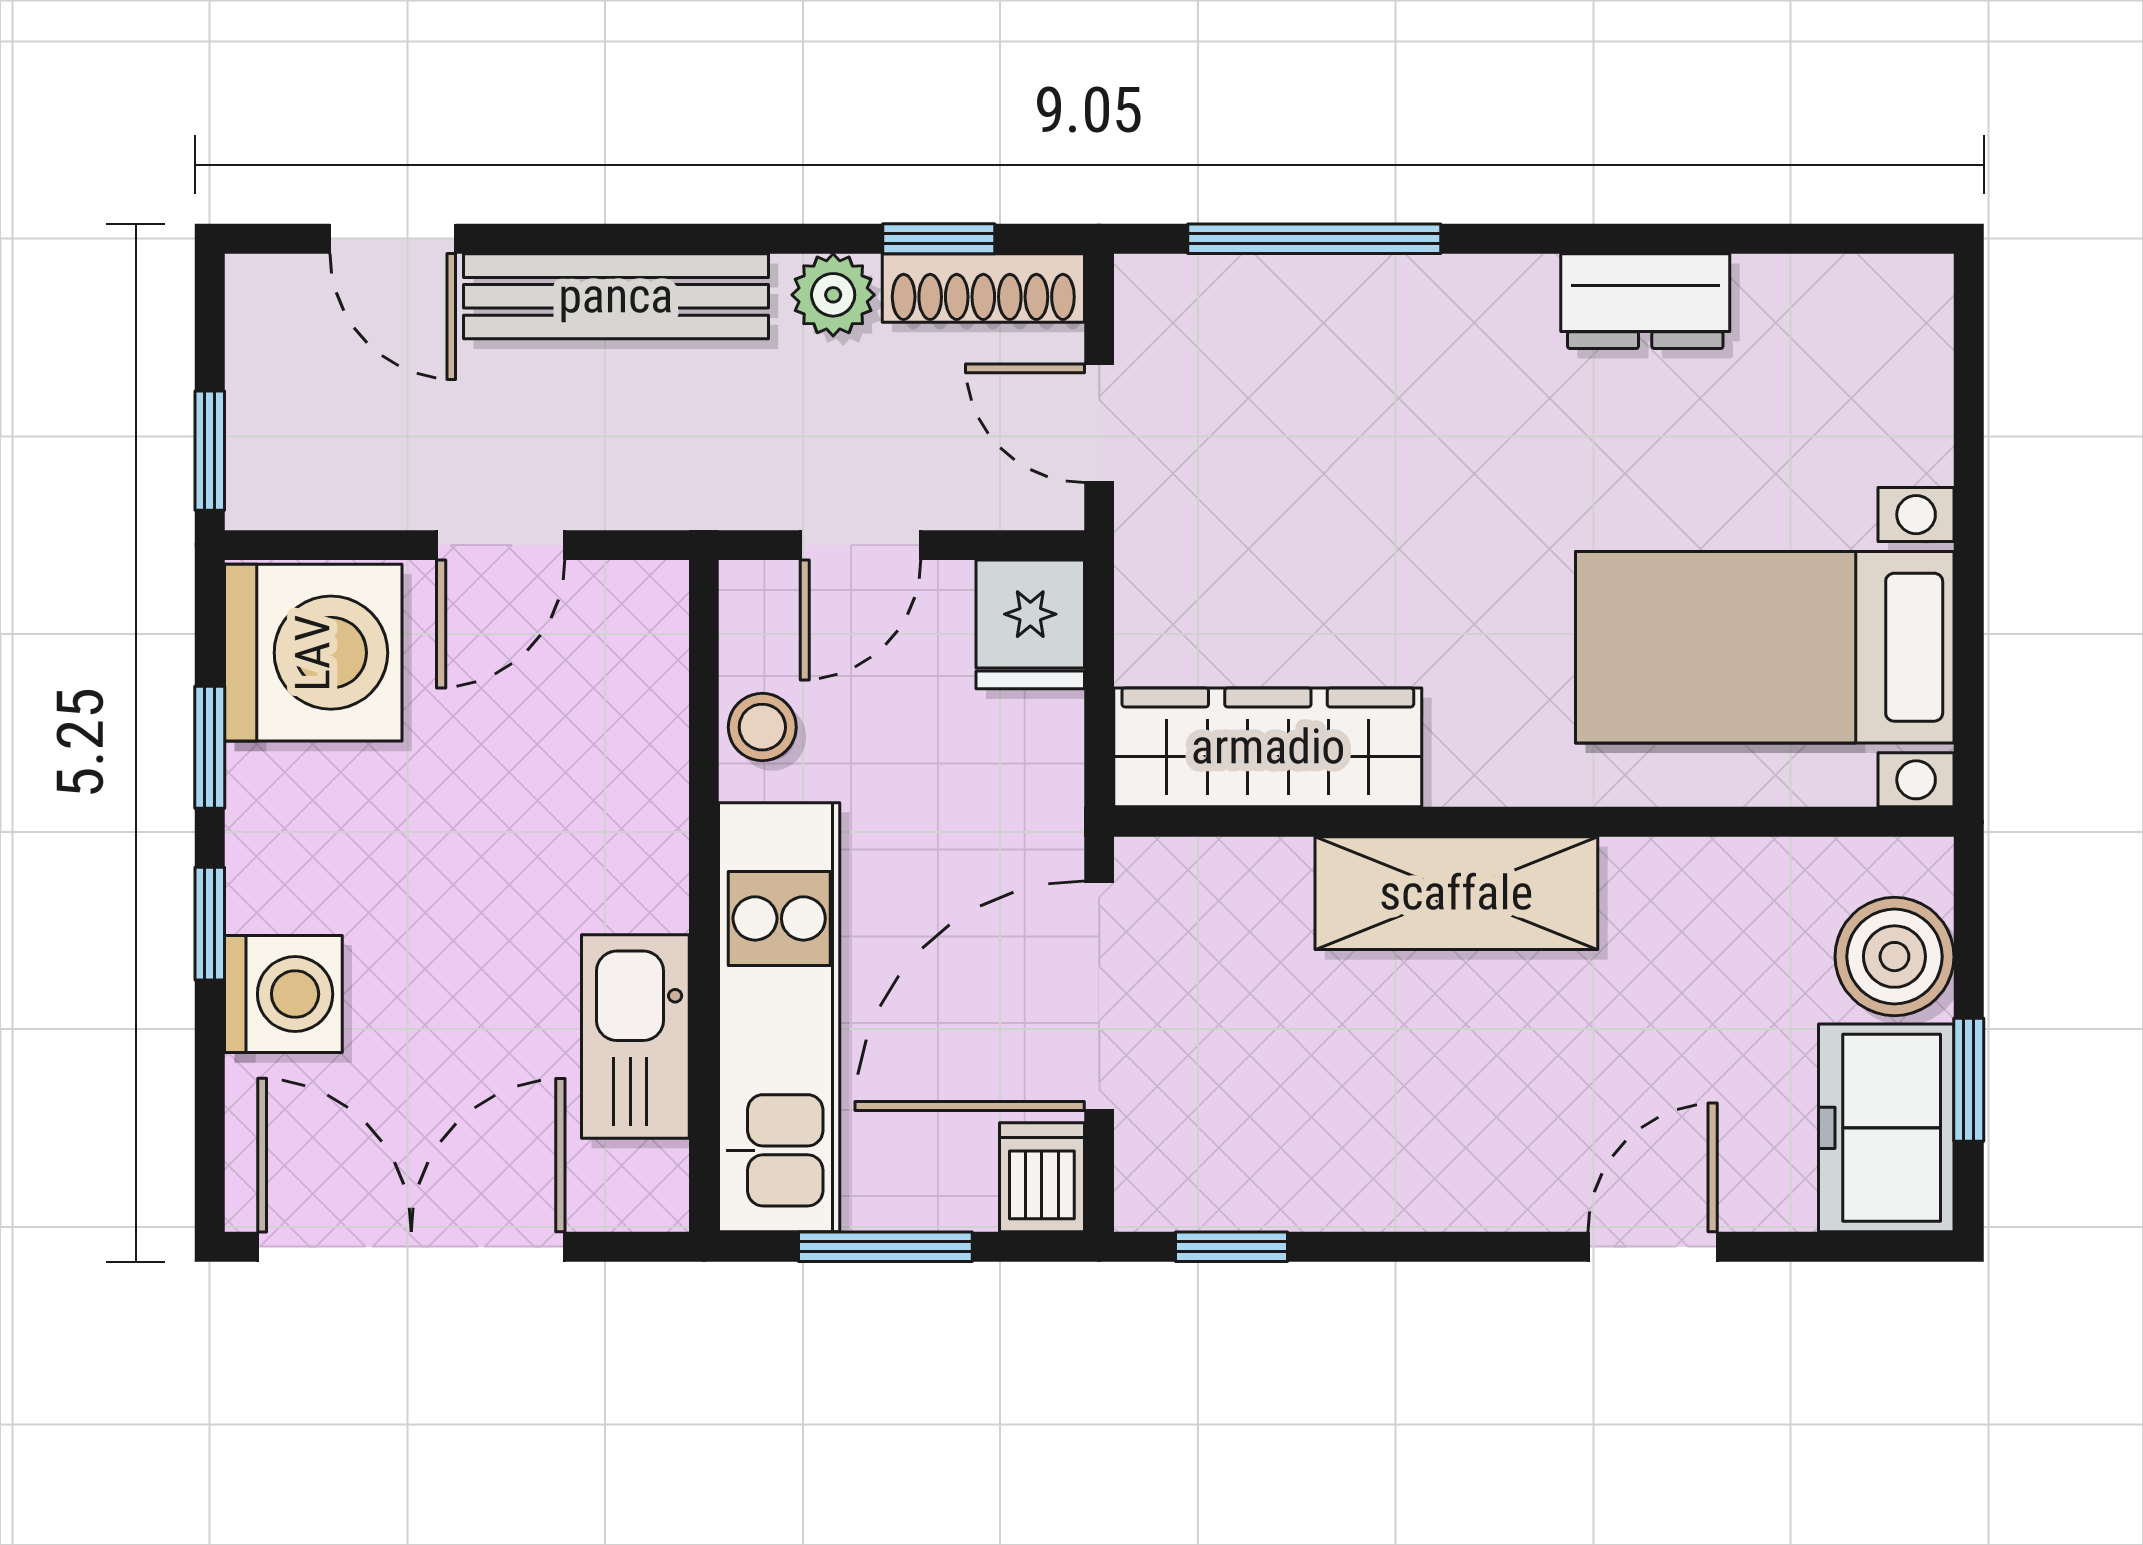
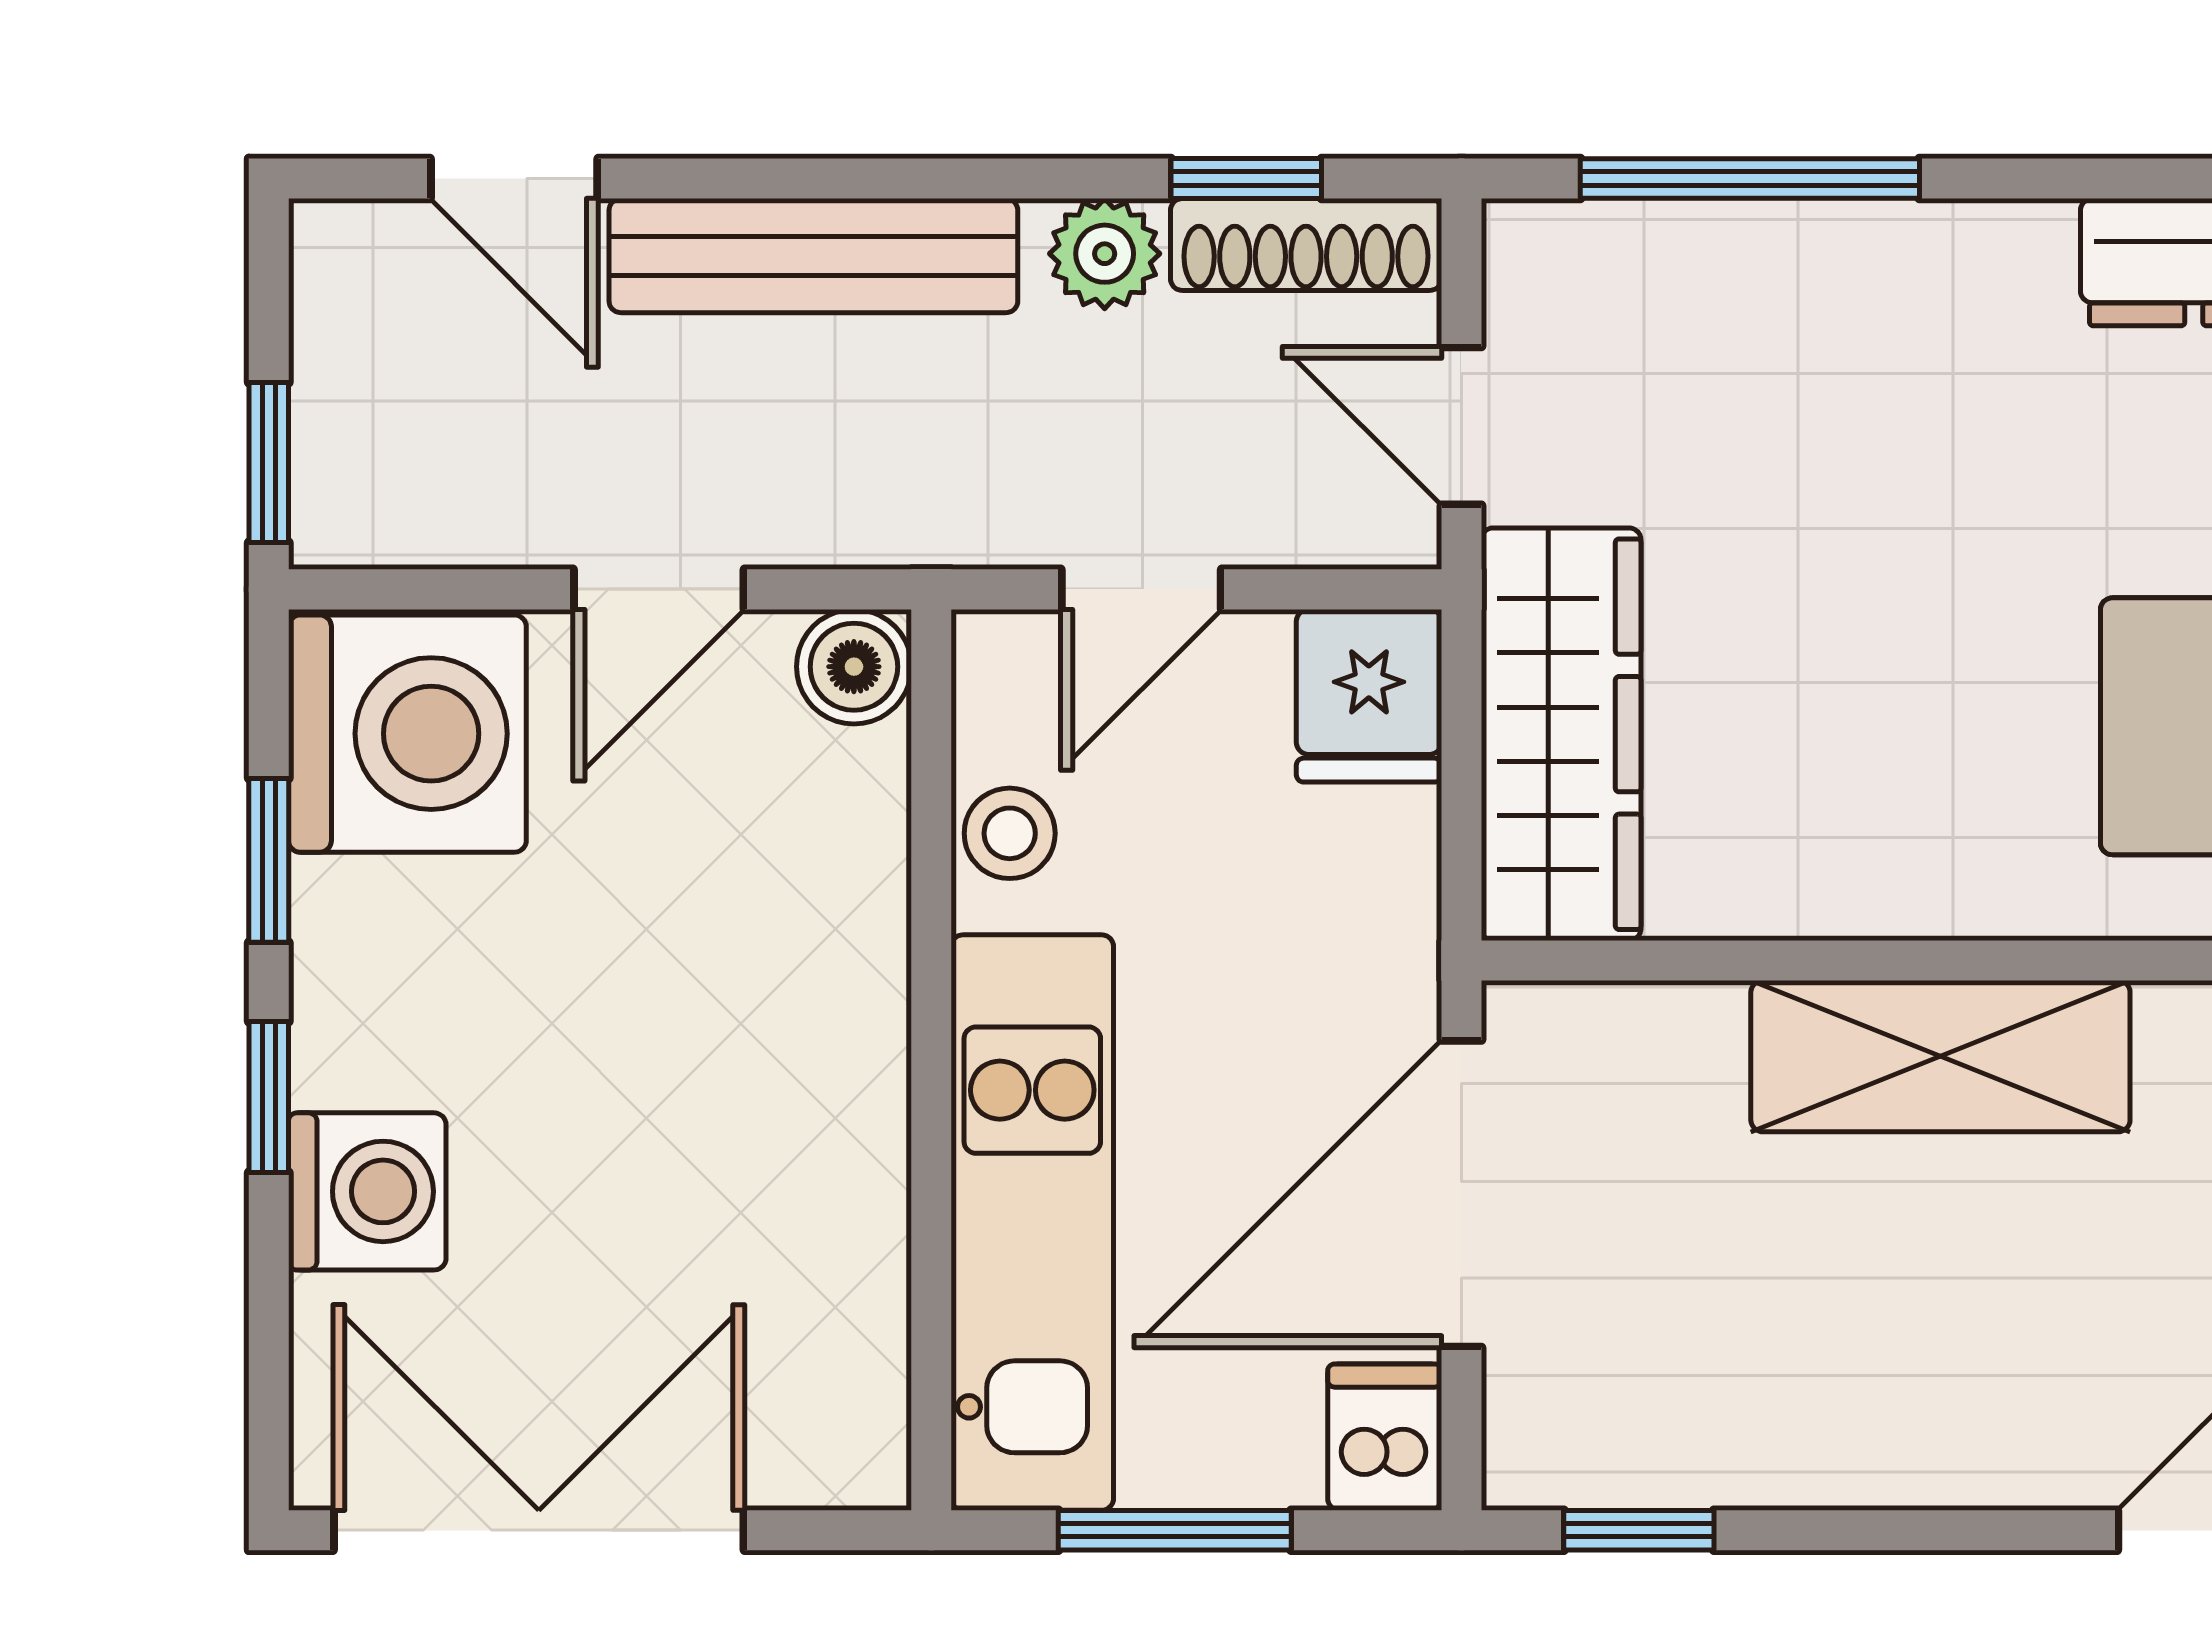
boiler: (646, 603) -> (854, 667), added
wardrobe: (1268, 747) -> (1561, 734), moved, turned 90
kitchen sink: (635, 1036) -> (839, 1248), removed

